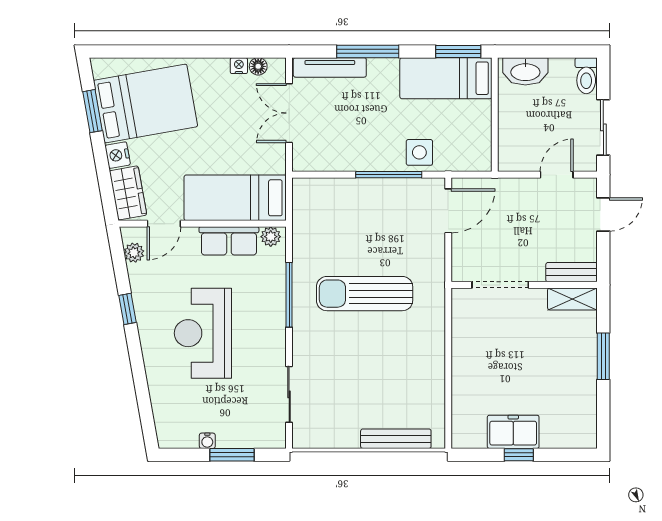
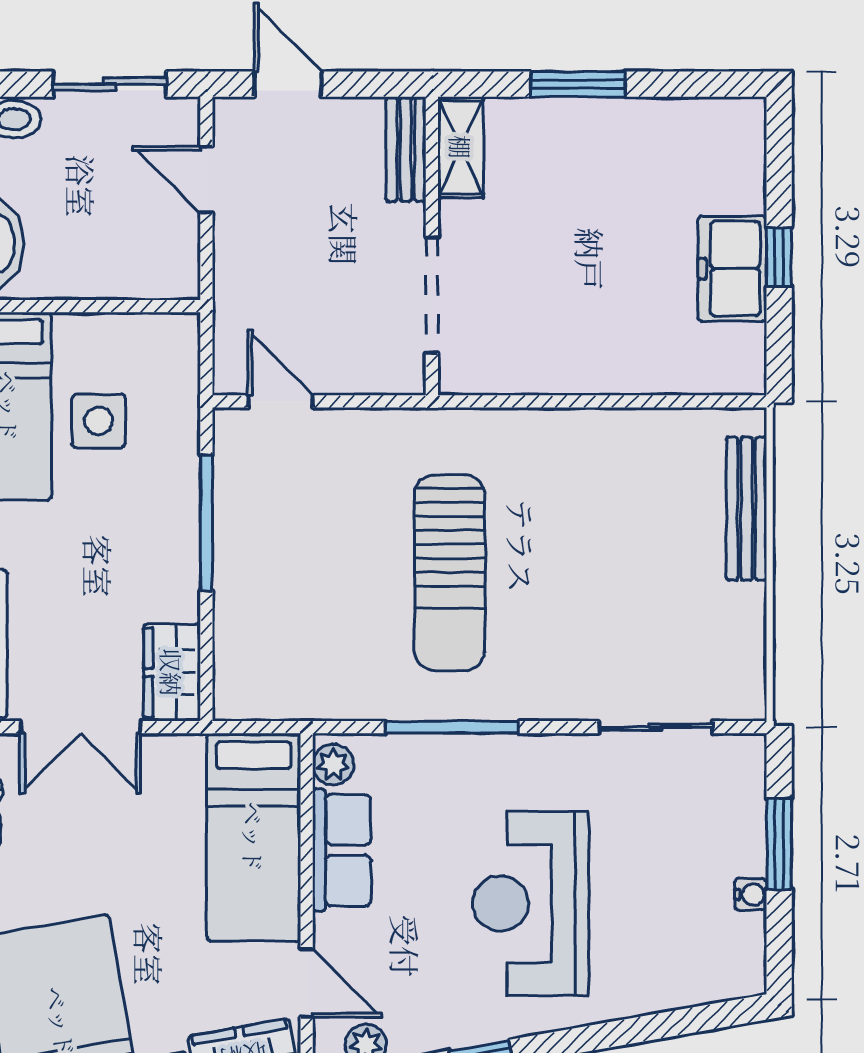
side table: (419, 152) -> (99, 421), moved
wardrobe: (316, 158) -> (172, 672), added
door: (448, 211) -> (280, 401), width x0.73
reception desk: (203, 333) -> (531, 903), turned 90

